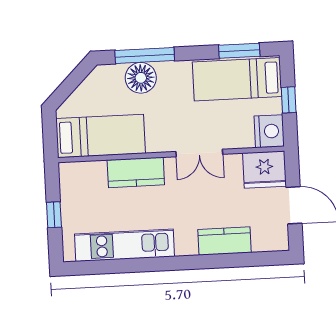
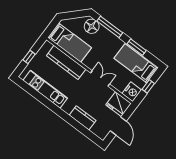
window: (239, 51) -> (137, 47), moved
floor lamp: (141, 78) -> (92, 26), moved
double door: (199, 153) -> (100, 78), swing flipped
kitchen counter: (136, 172) -> (66, 62), width x1.50

